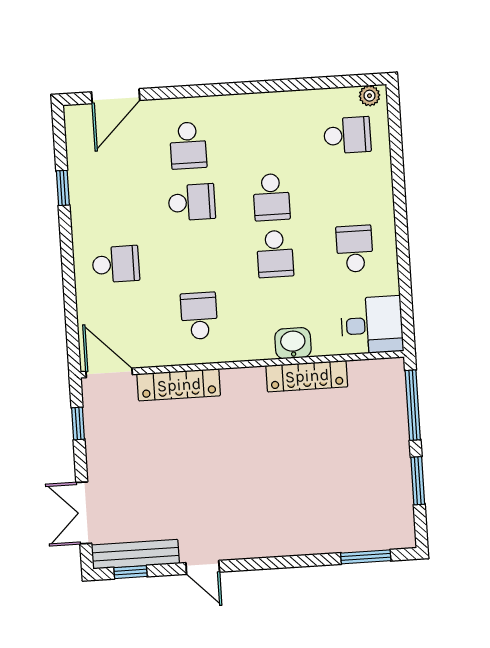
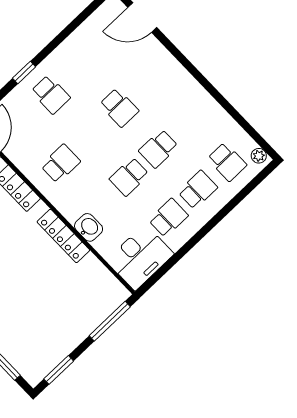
school desk: (188, 145) -> (198, 190), moved, turned 180
window: (63, 188) -> (24, 72), moved
desk: (372, 325) -> (140, 257), width x1.37
locker: (307, 376) -> (63, 236), moved
window: (418, 481) -> (59, 370), moved

